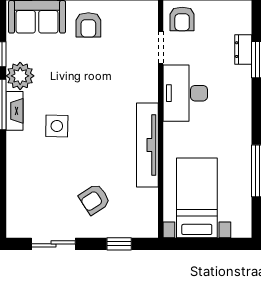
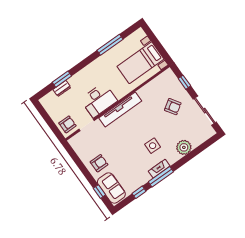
plant: (20, 76) -> (184, 147), moved
tv unit: (147, 145) -> (120, 109), moved
sliding door: (53, 244) -> (205, 111), width x1.37

